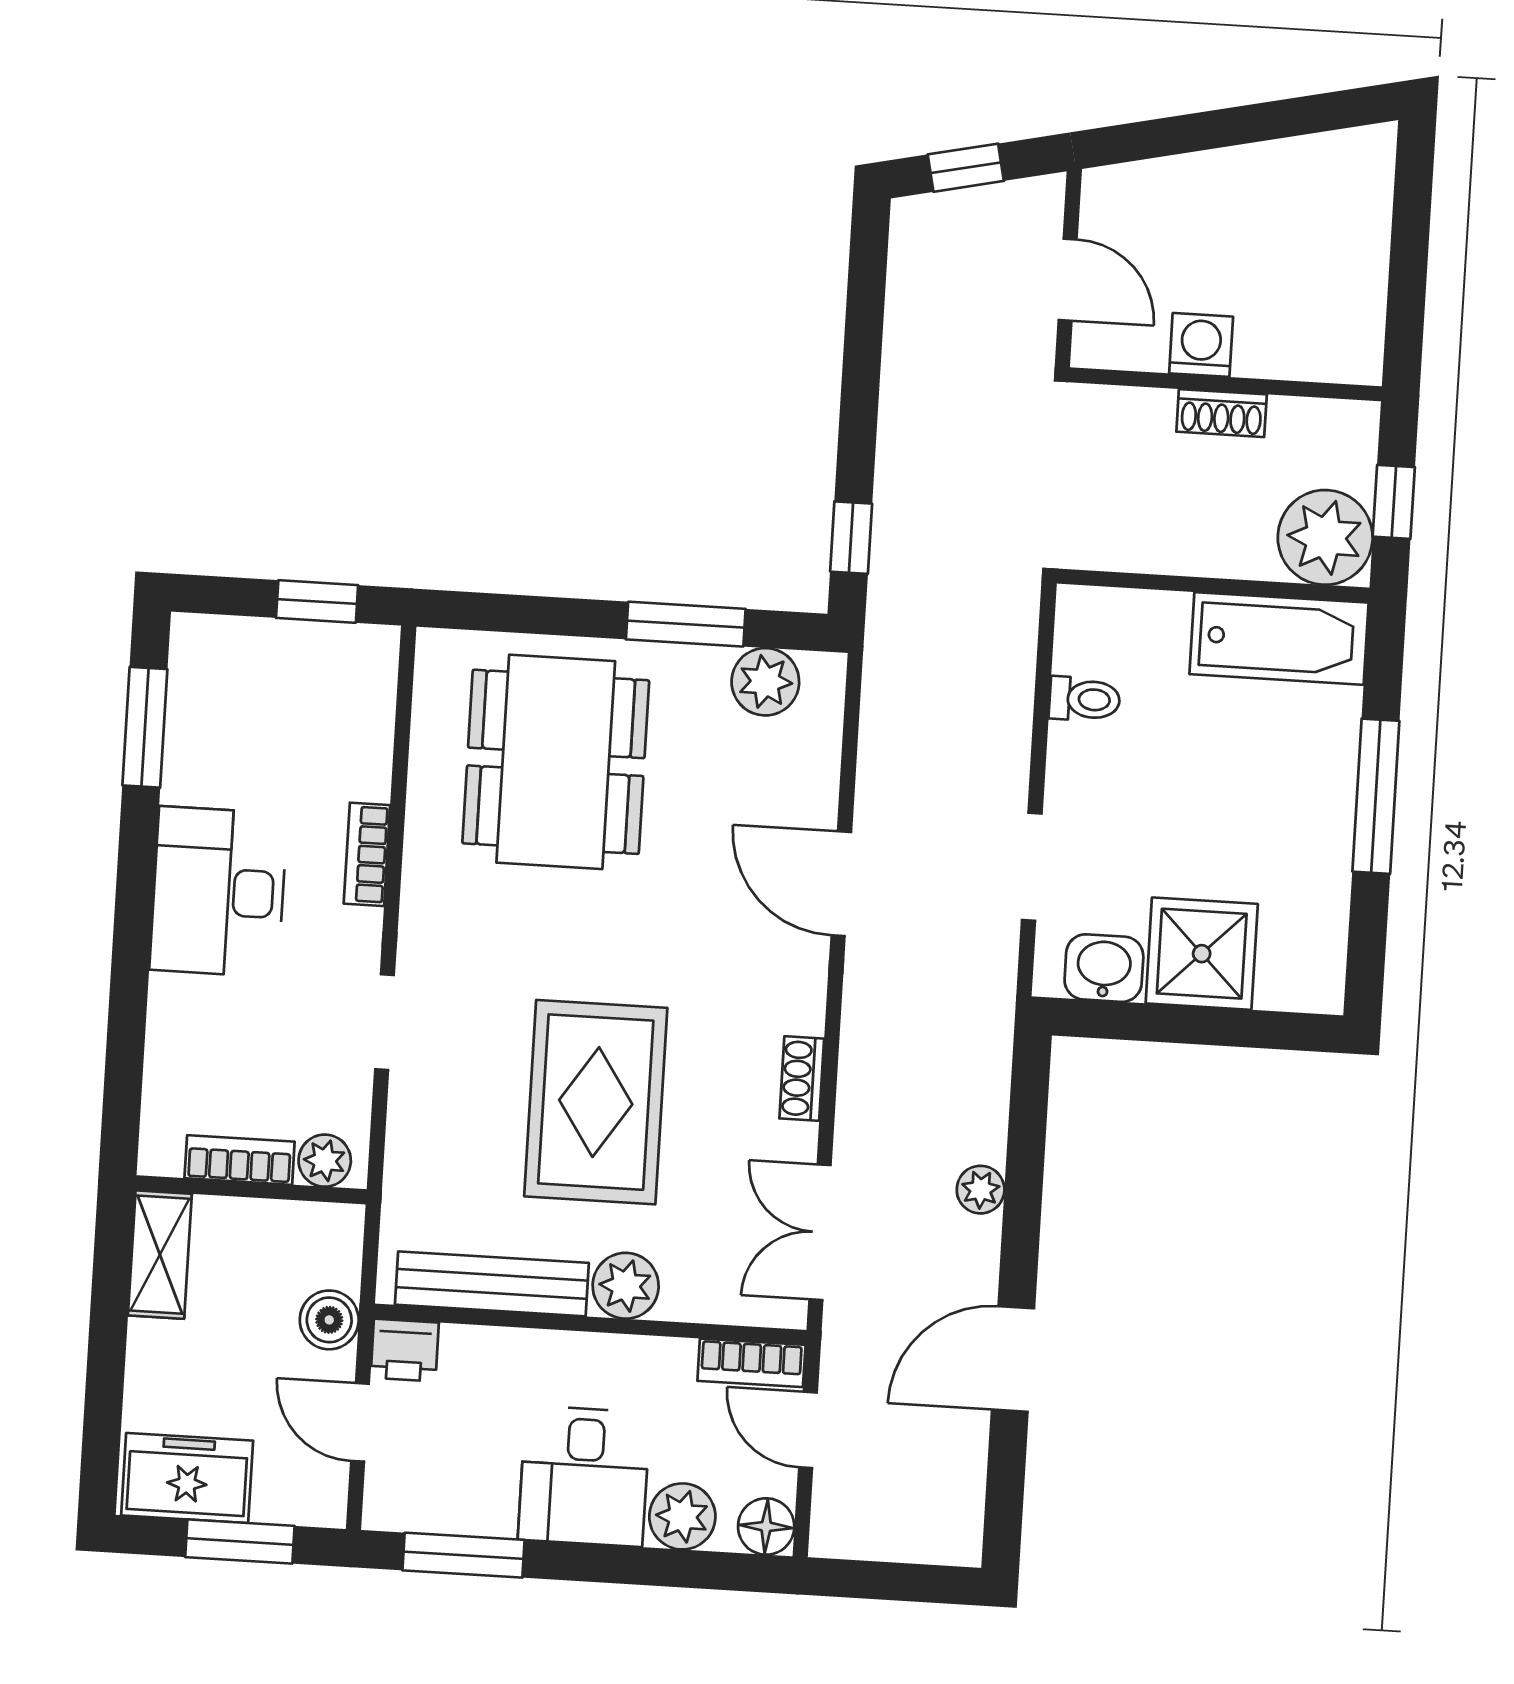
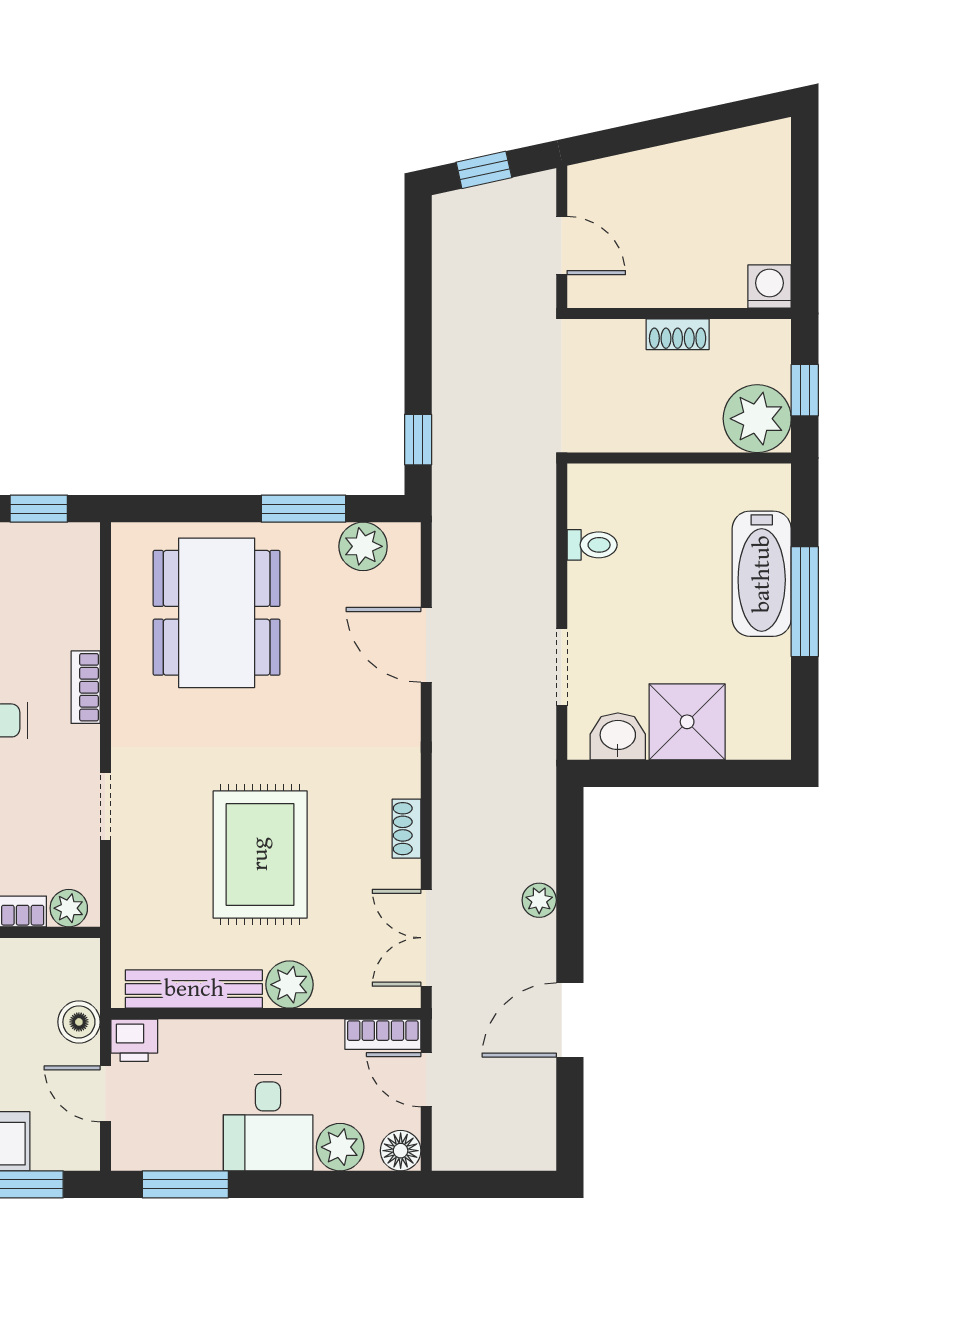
washing machine: (1201, 345) -> (770, 286), moved
bathtub: (1279, 638) -> (762, 574), moved, turned 90
door: (841, 884) -> (426, 645), moved

